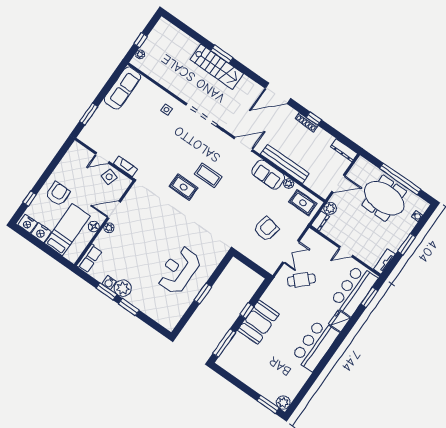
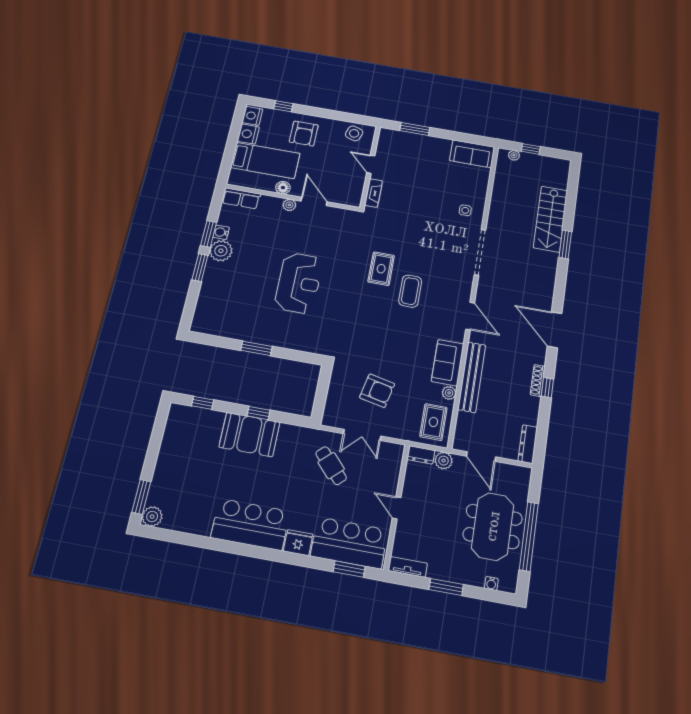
stairs: (217, 67) -> (550, 219), moved
sofa: (122, 88) -> (472, 154), width x0.73
side table: (109, 177) -> (354, 133), moved
armchair: (58, 194) -> (304, 134), turned 90
reception desk: (179, 270) -> (299, 283), moved, turned 90
window: (224, 343) -> (203, 403), width x0.46

